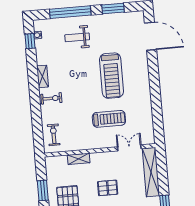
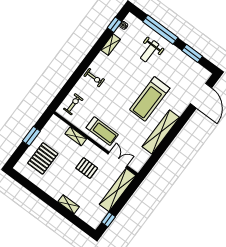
weight bench: (77, 37) -> (150, 51), turned -90
shelving: (42, 76) -> (111, 45), moved
shelving: (144, 94) -> (161, 132), added
treadmill: (109, 119) -> (102, 131), moved
pallet: (108, 188) -> (87, 168), moved

